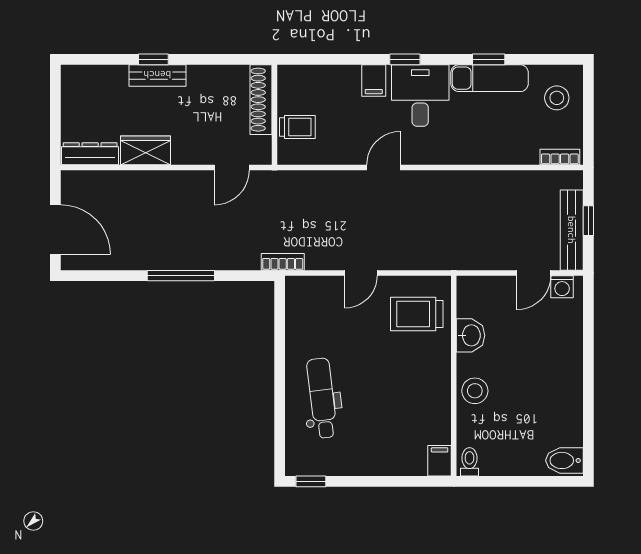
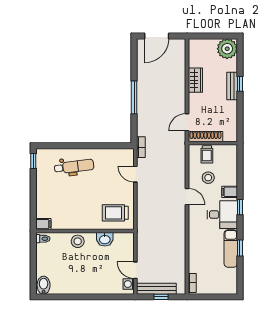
plant: (82, 85) -> (227, 49), added
stool: (557, 98) -> (208, 178), moved
shoe rack: (261, 100) -> (205, 137), moved
dresser: (90, 154) -> (194, 53), removed
door: (232, 167) -> (187, 122), hinge flipped
door: (361, 273) -> (135, 174), moved
trolley: (417, 314) -> (115, 213), turned -90

